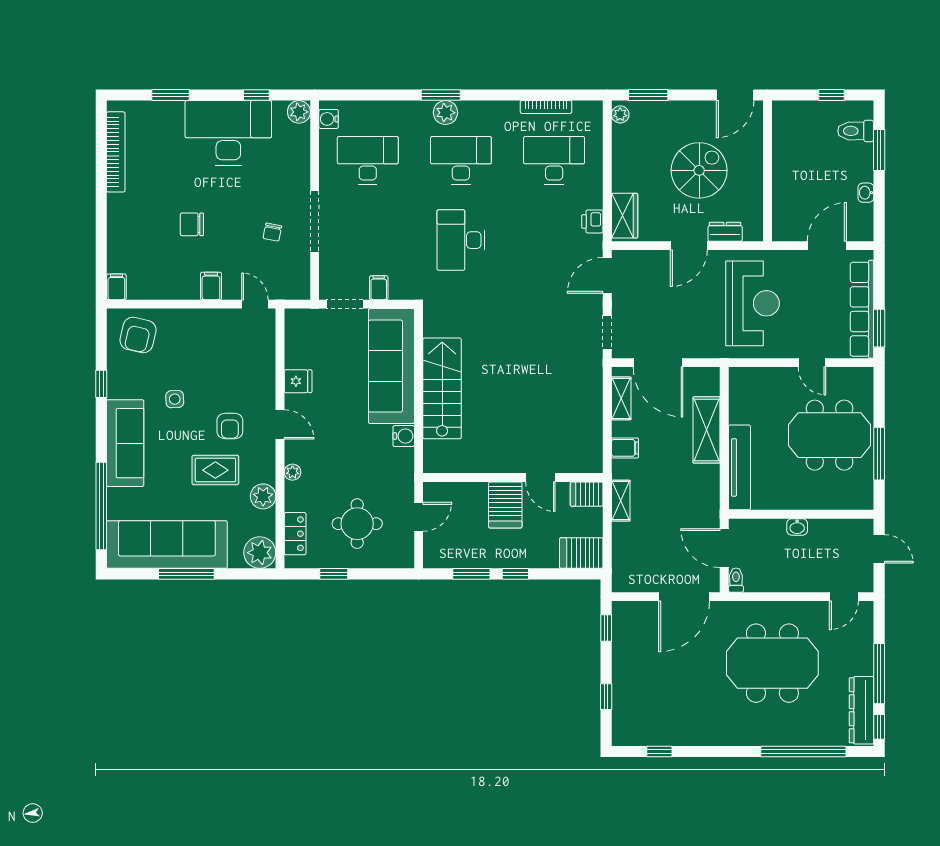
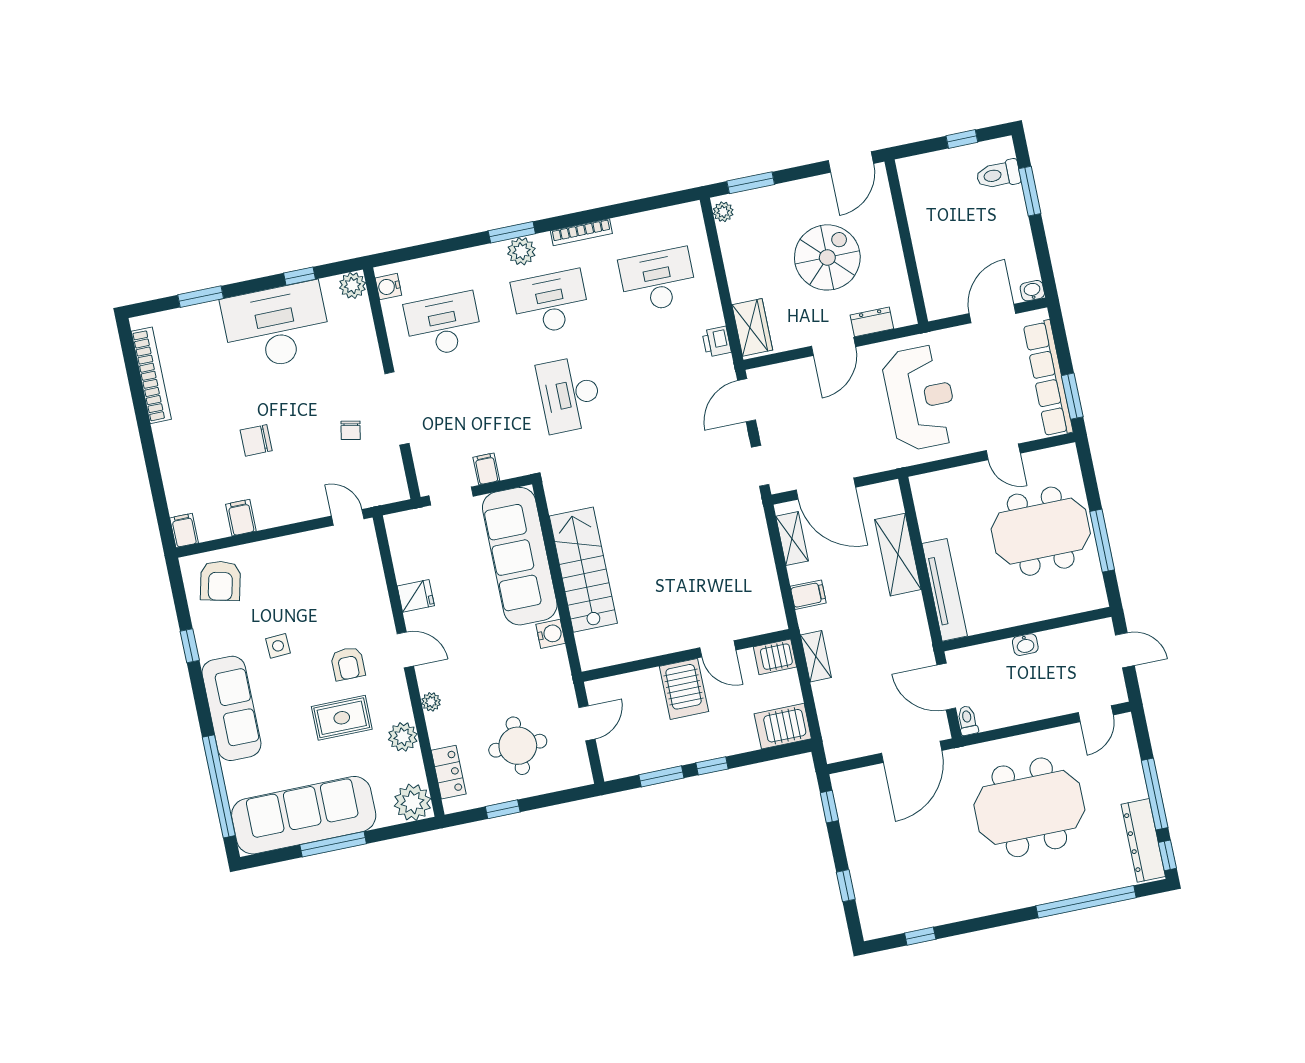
bookcase: (546, 107) -> (581, 232), moved
washbasin: (866, 193) -> (1032, 291), moved, turned 90
filing cabinet: (211, 286) -> (241, 518), moved

